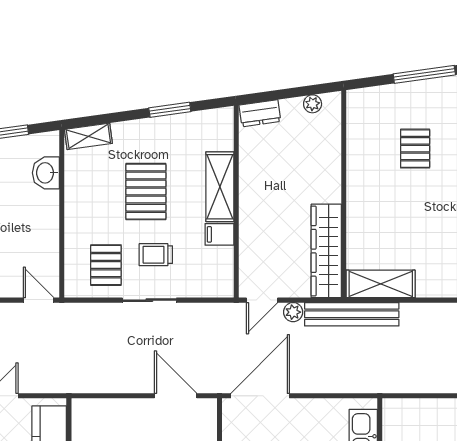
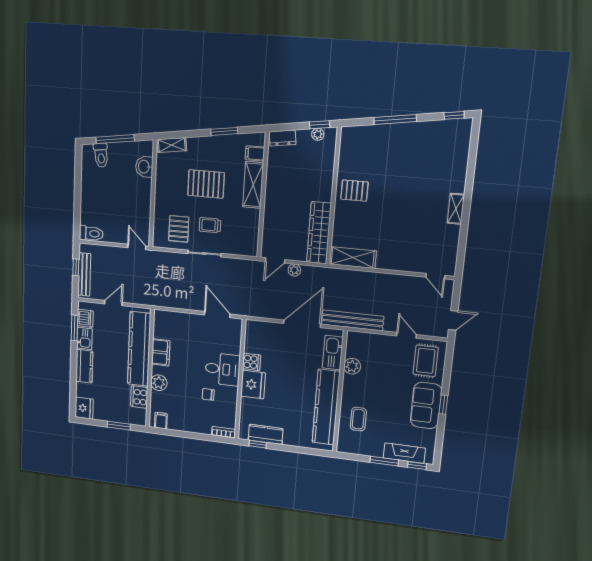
window: (314, 90) -> (320, 125), added
pallet: (415, 149) -> (354, 191), moved, turned 90
pallet: (146, 192) -> (206, 184), turned 90
filing cabinet: (219, 234) -> (255, 153), moved
bench: (352, 314) -> (353, 320), moved
door: (260, 396) -> (302, 324), moved

